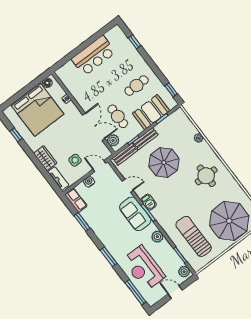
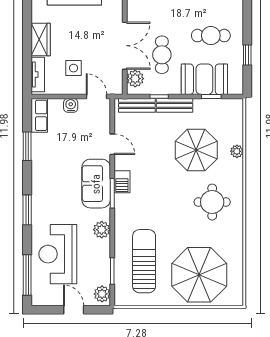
window: (171, 90) -> (247, 55), moved
parasol: (164, 163) -> (196, 150), moved

